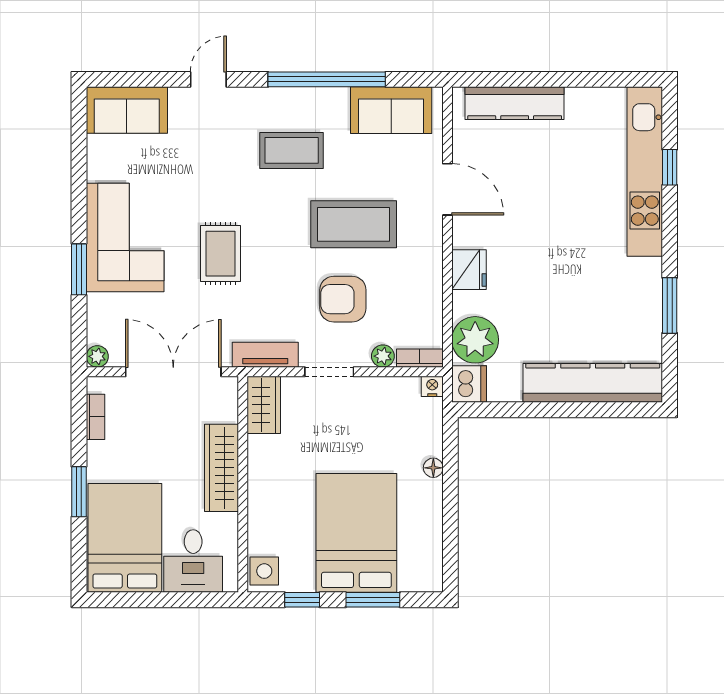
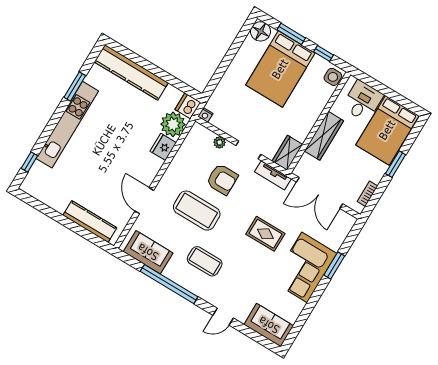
window: (670, 167) -> (29, 162), moved
kitchen unit: (645, 172) -> (67, 125), moved
rug: (220, 254) -> (265, 234), turned 90
fridge: (469, 270) -> (163, 147), moved
plant: (97, 356) -> (350, 221), removed
bookcase: (420, 358) -> (203, 131), removed
floor lamp: (433, 468) -> (261, 31), moved, width x1.89, depth x1.89

